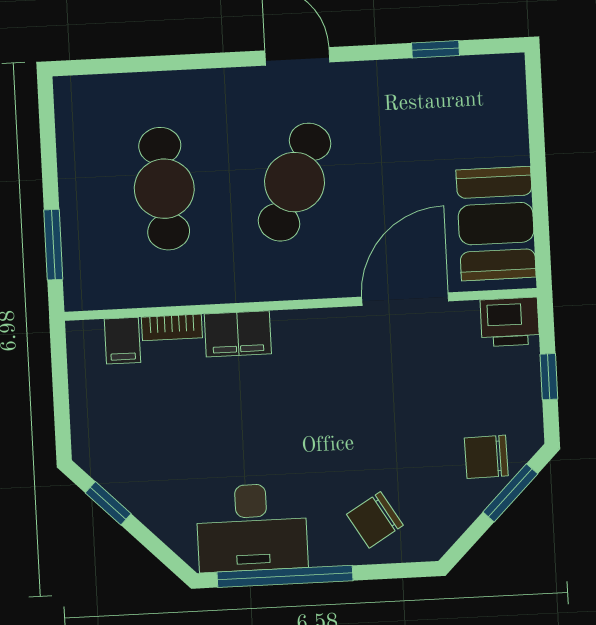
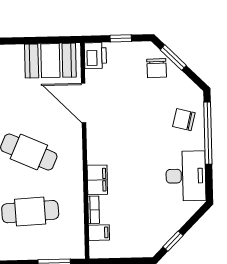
chair: (375, 520) -> (184, 120), turned 135
window: (285, 576) -> (208, 133), moved

